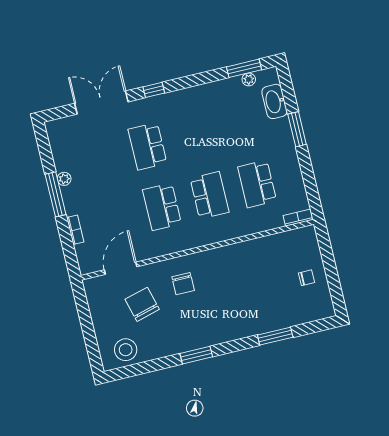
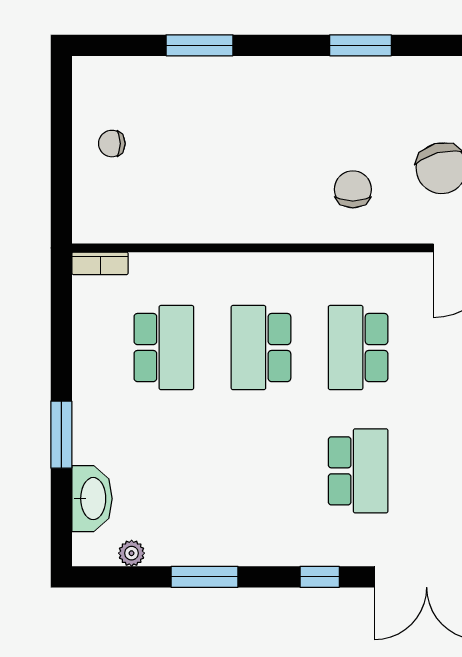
window: (244, 68) -> (205, 577), moved
school desk: (162, 207) -> (358, 348), turned 180

